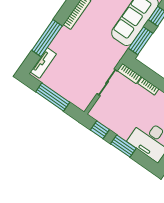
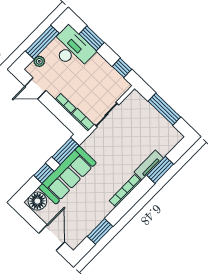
window: (47, 38) -> (160, 170), width x0.69
tv unit: (43, 63) -> (149, 165), moved
window: (123, 146) -> (92, 38), moved

